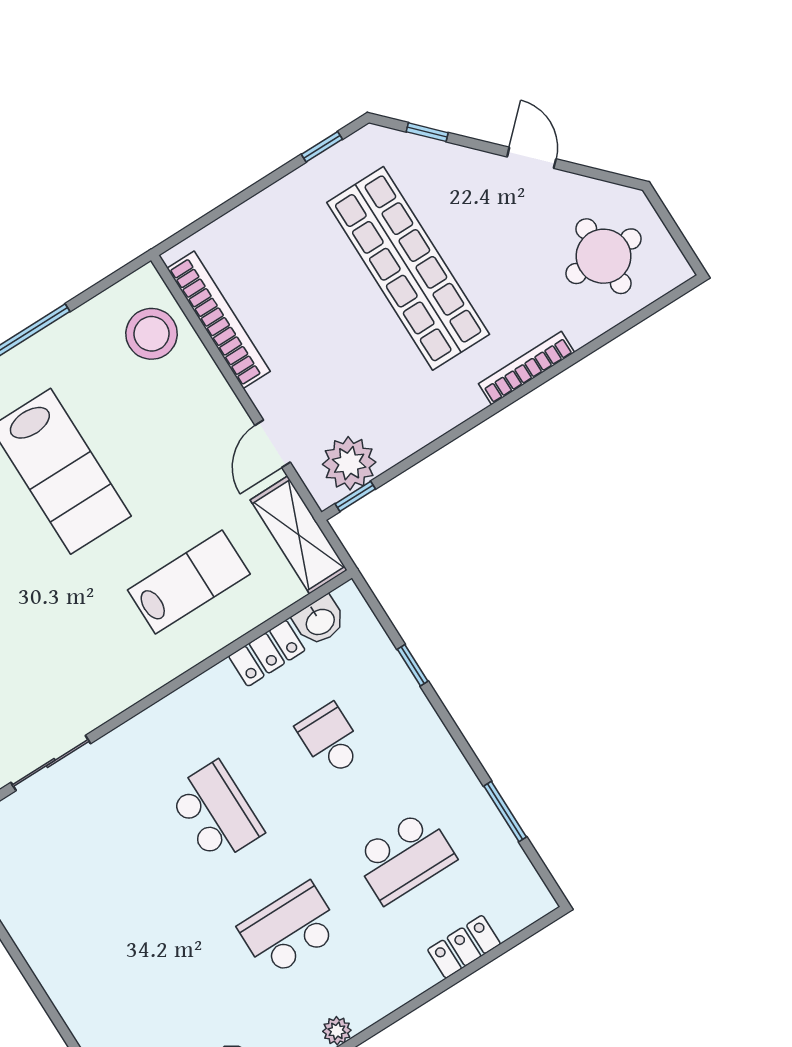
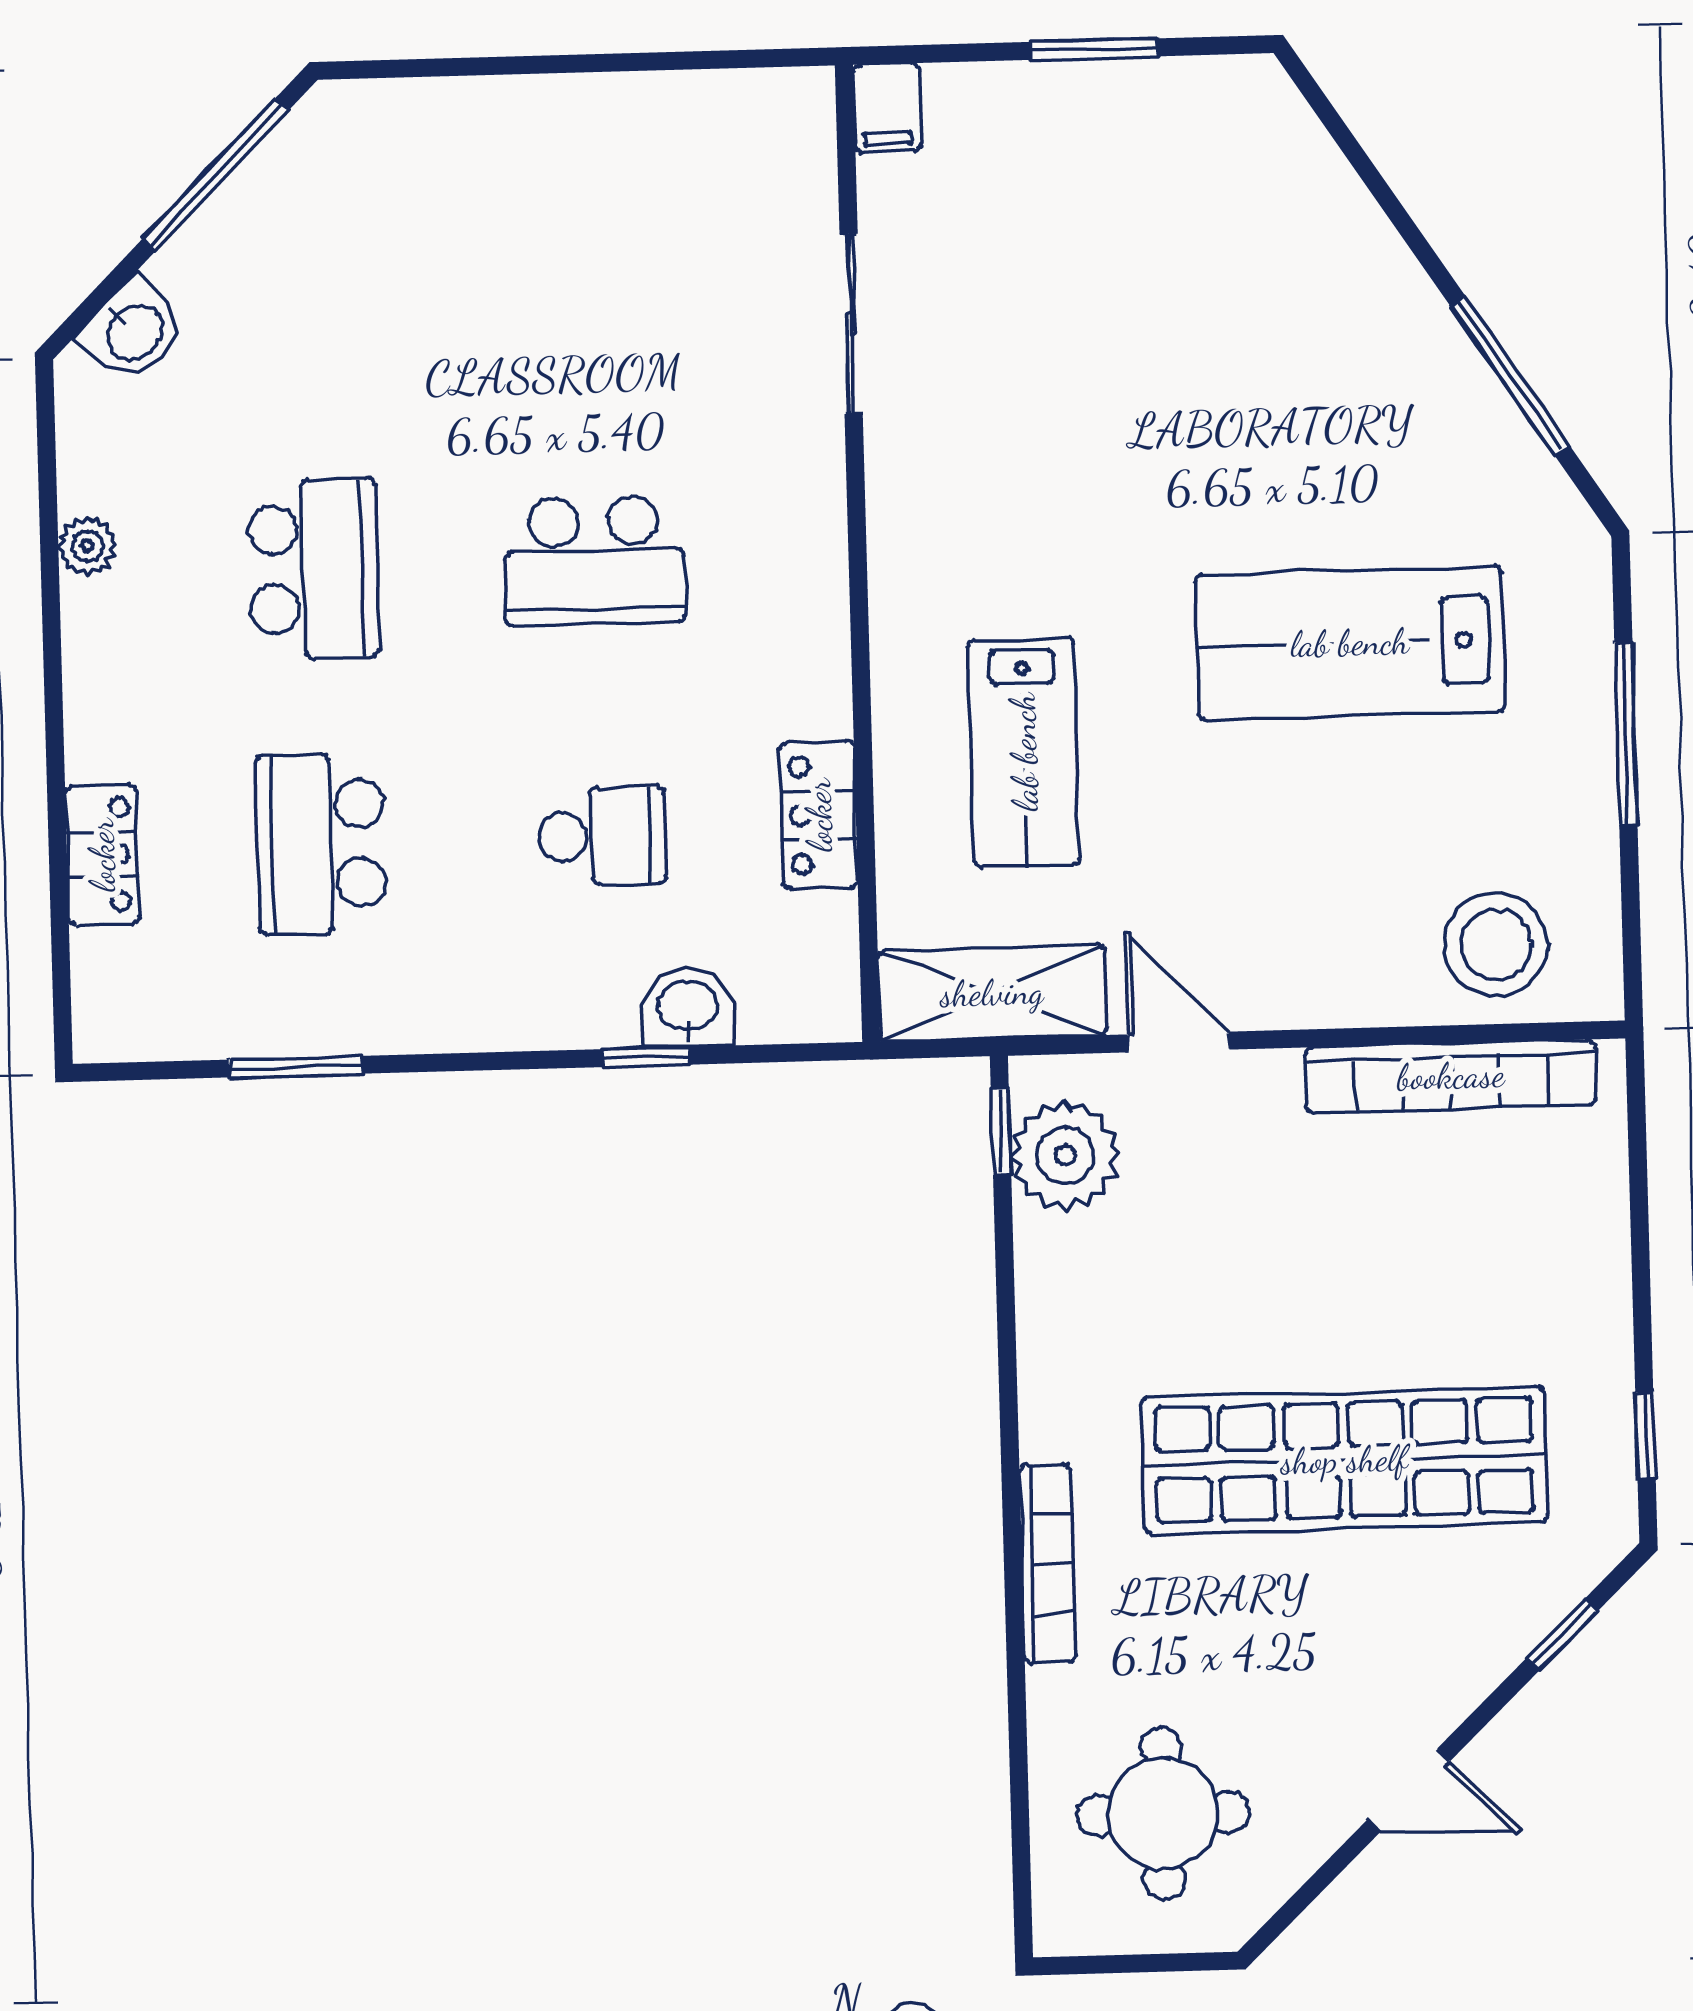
washbasin: (320, 621) -> (688, 1008), moved, turned 90

